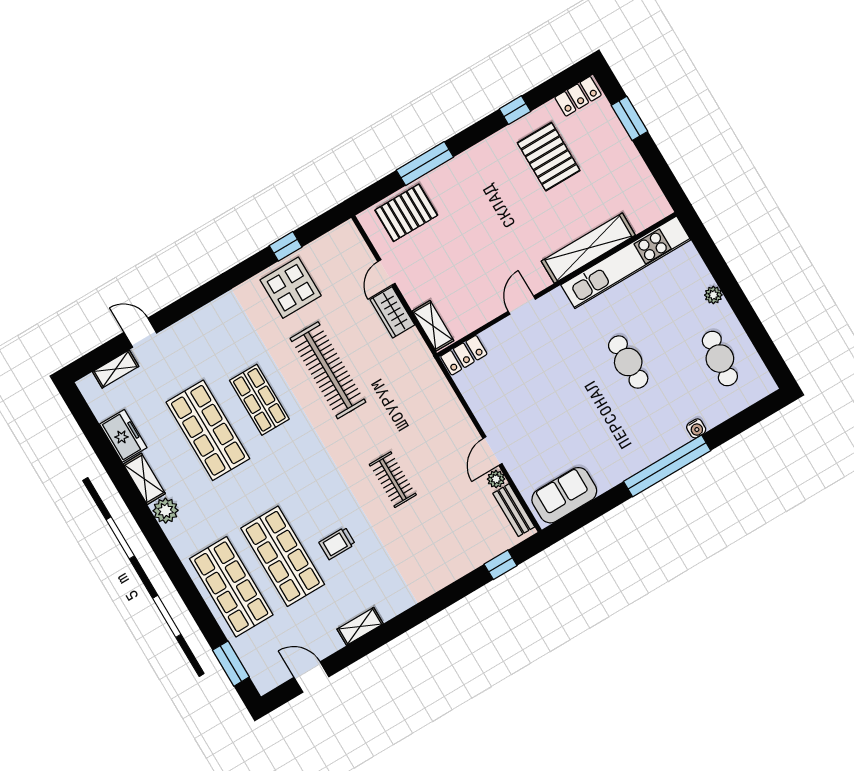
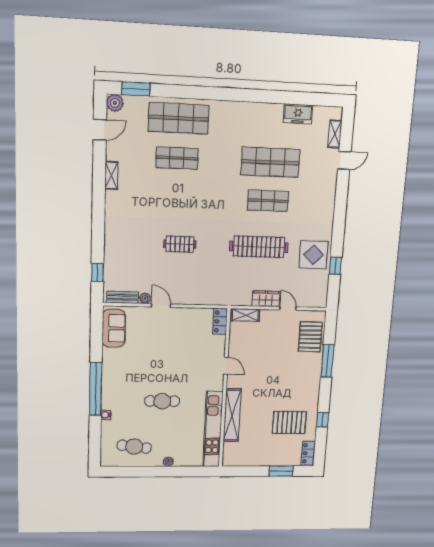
shelving: (144, 479) -> (268, 110), removed
plant: (166, 511) -> (115, 103), moved
trolley: (337, 543) -> (165, 192), removed
shop shelf: (283, 556) -> (177, 158), width x0.70, depth x0.74

